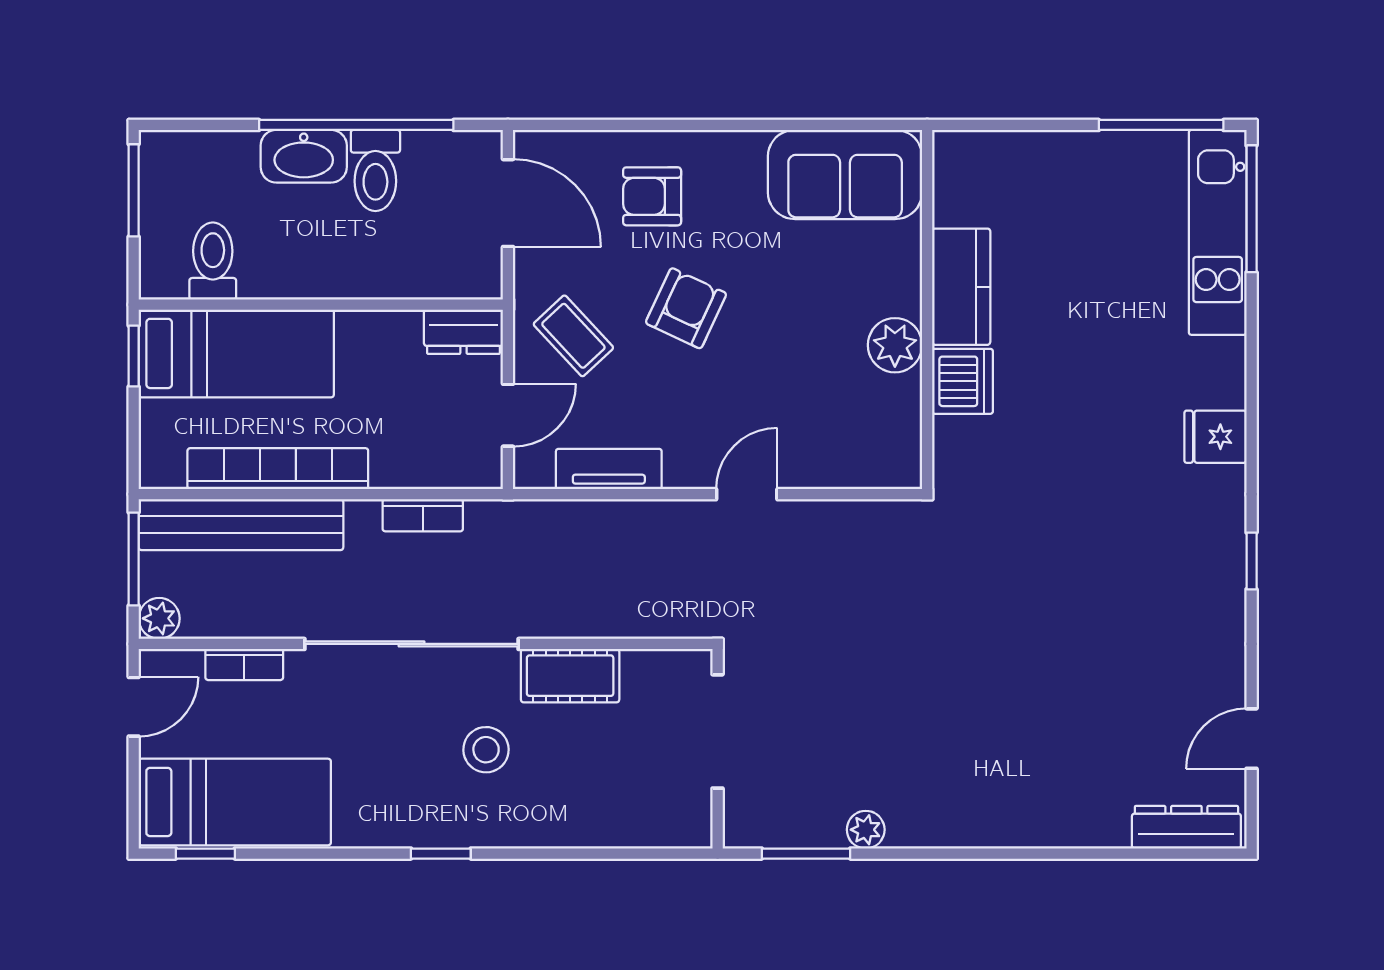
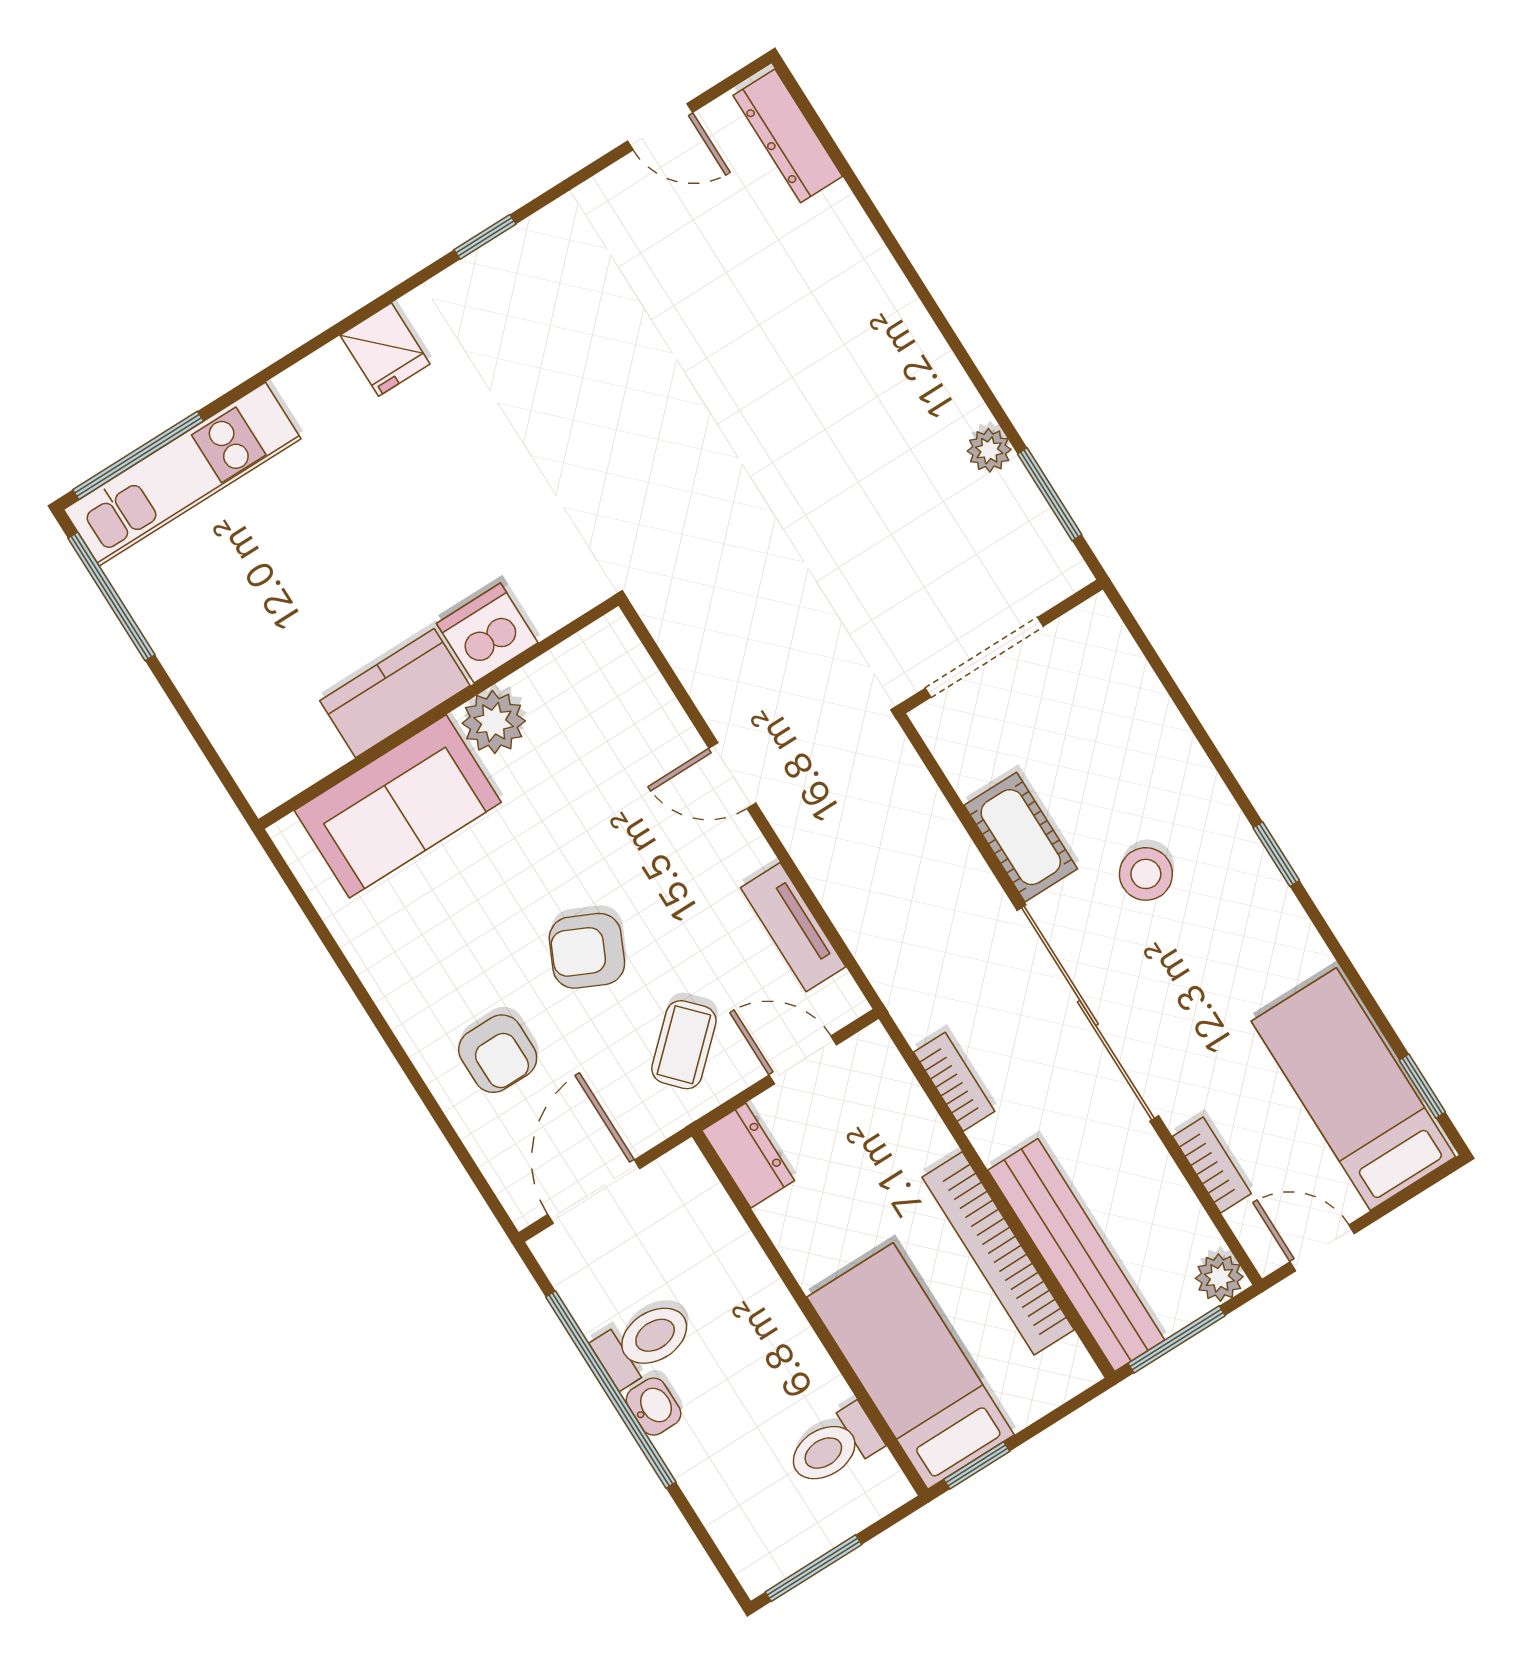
washbasin: (304, 156) -> (654, 1407), width x0.52, depth x0.69
sofa: (845, 174) -> (398, 806), moved, turned 90

